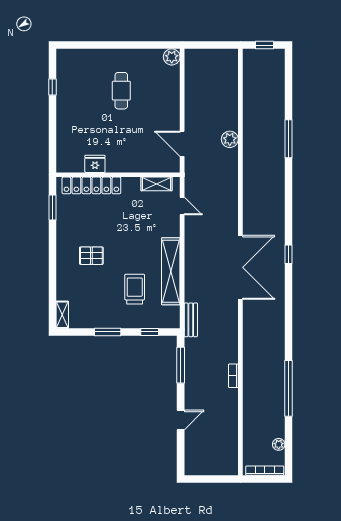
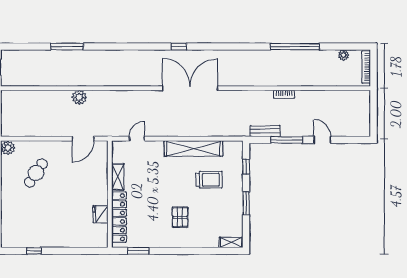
cafe table: (121, 91) -> (36, 173), moved, turned -56
window: (288, 139) -> (67, 47), moved
shelving: (156, 184) -> (118, 177), moved
trolley: (135, 289) -> (209, 180), turned 180
bench: (191, 320) -> (265, 131), moved
window: (181, 365) -> (287, 140), moved

